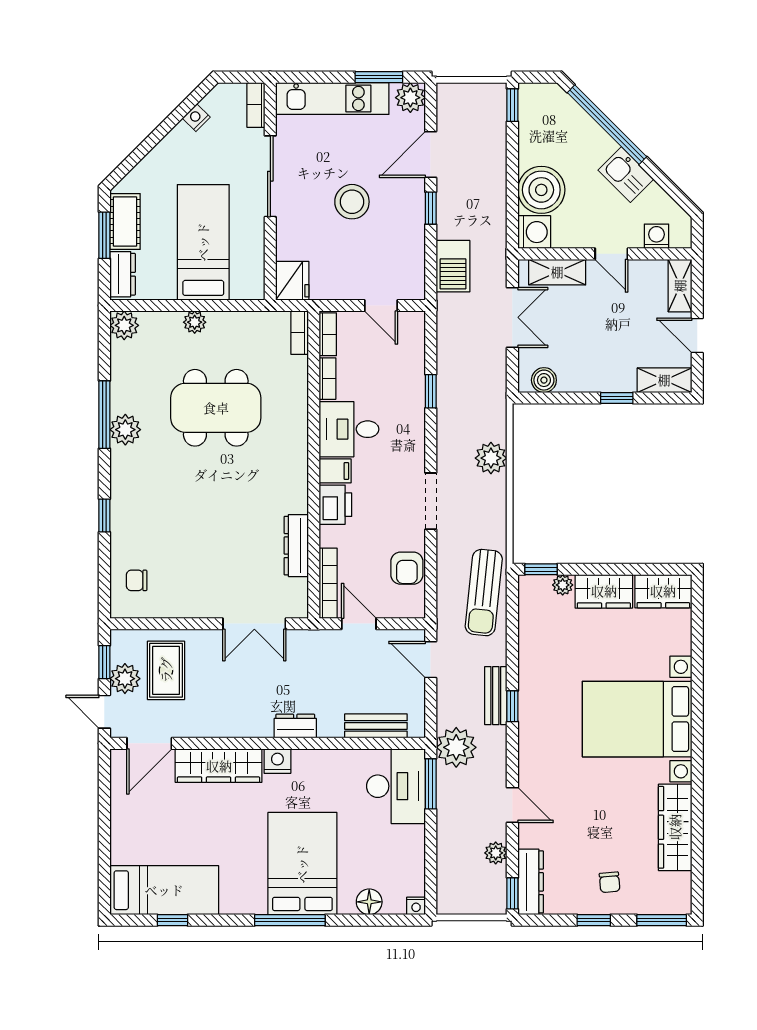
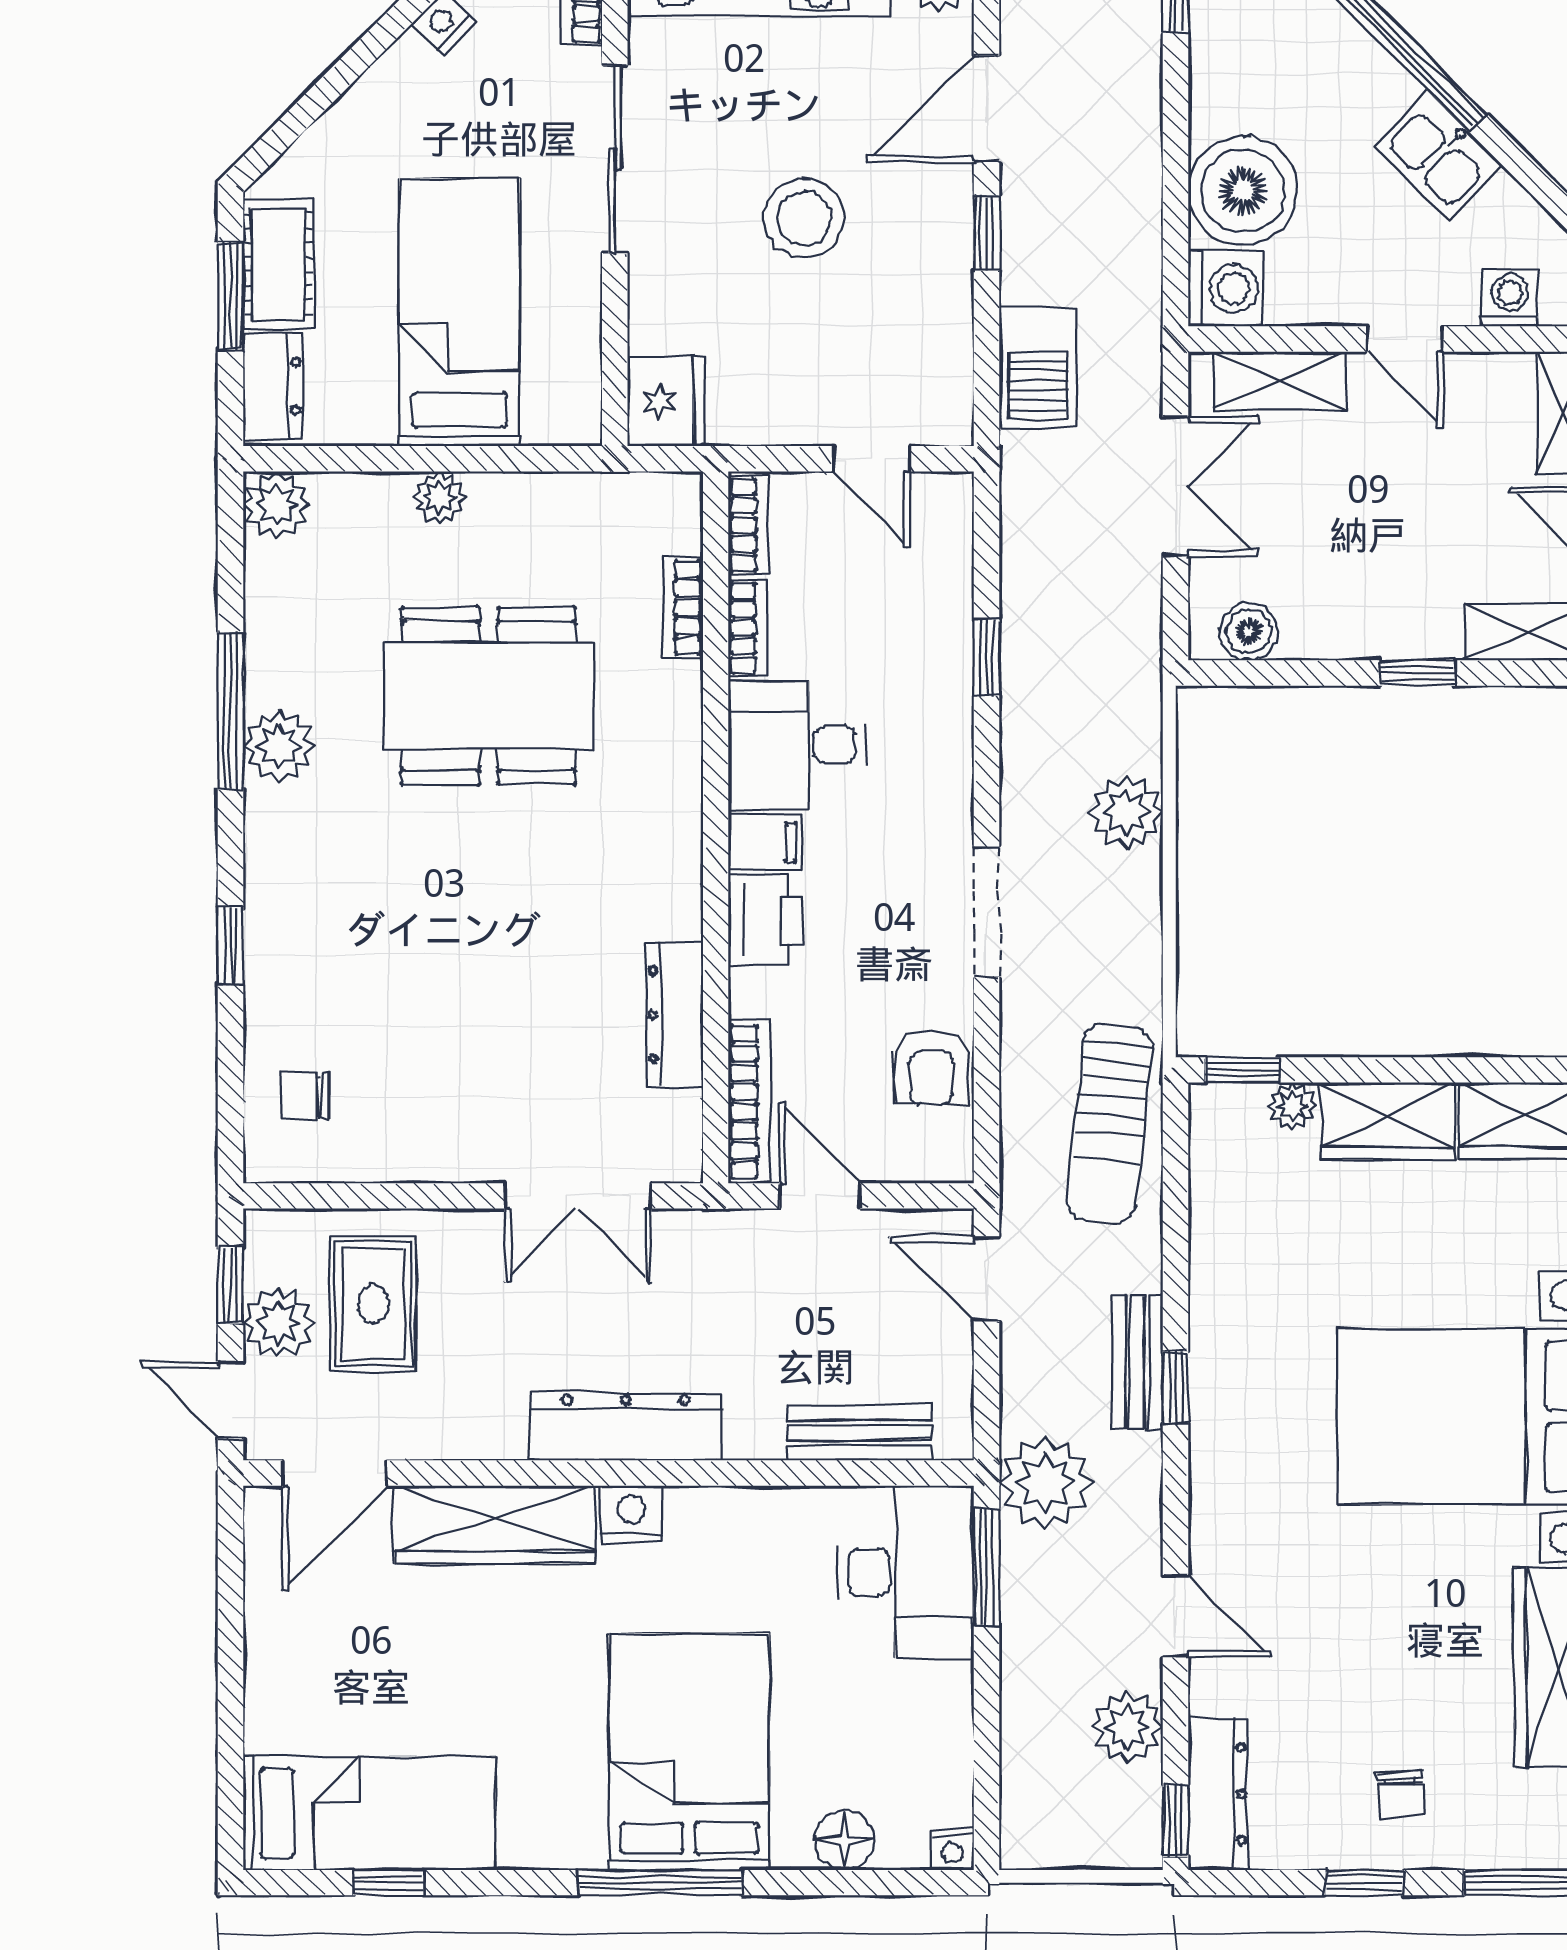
bookcase: (300, 333) -> (683, 607), moved
dresser: (295, 726) -> (626, 1426), width x1.96, depth x1.24
plant: (496, 853) -> (1127, 1727), width x1.38, depth x1.38

